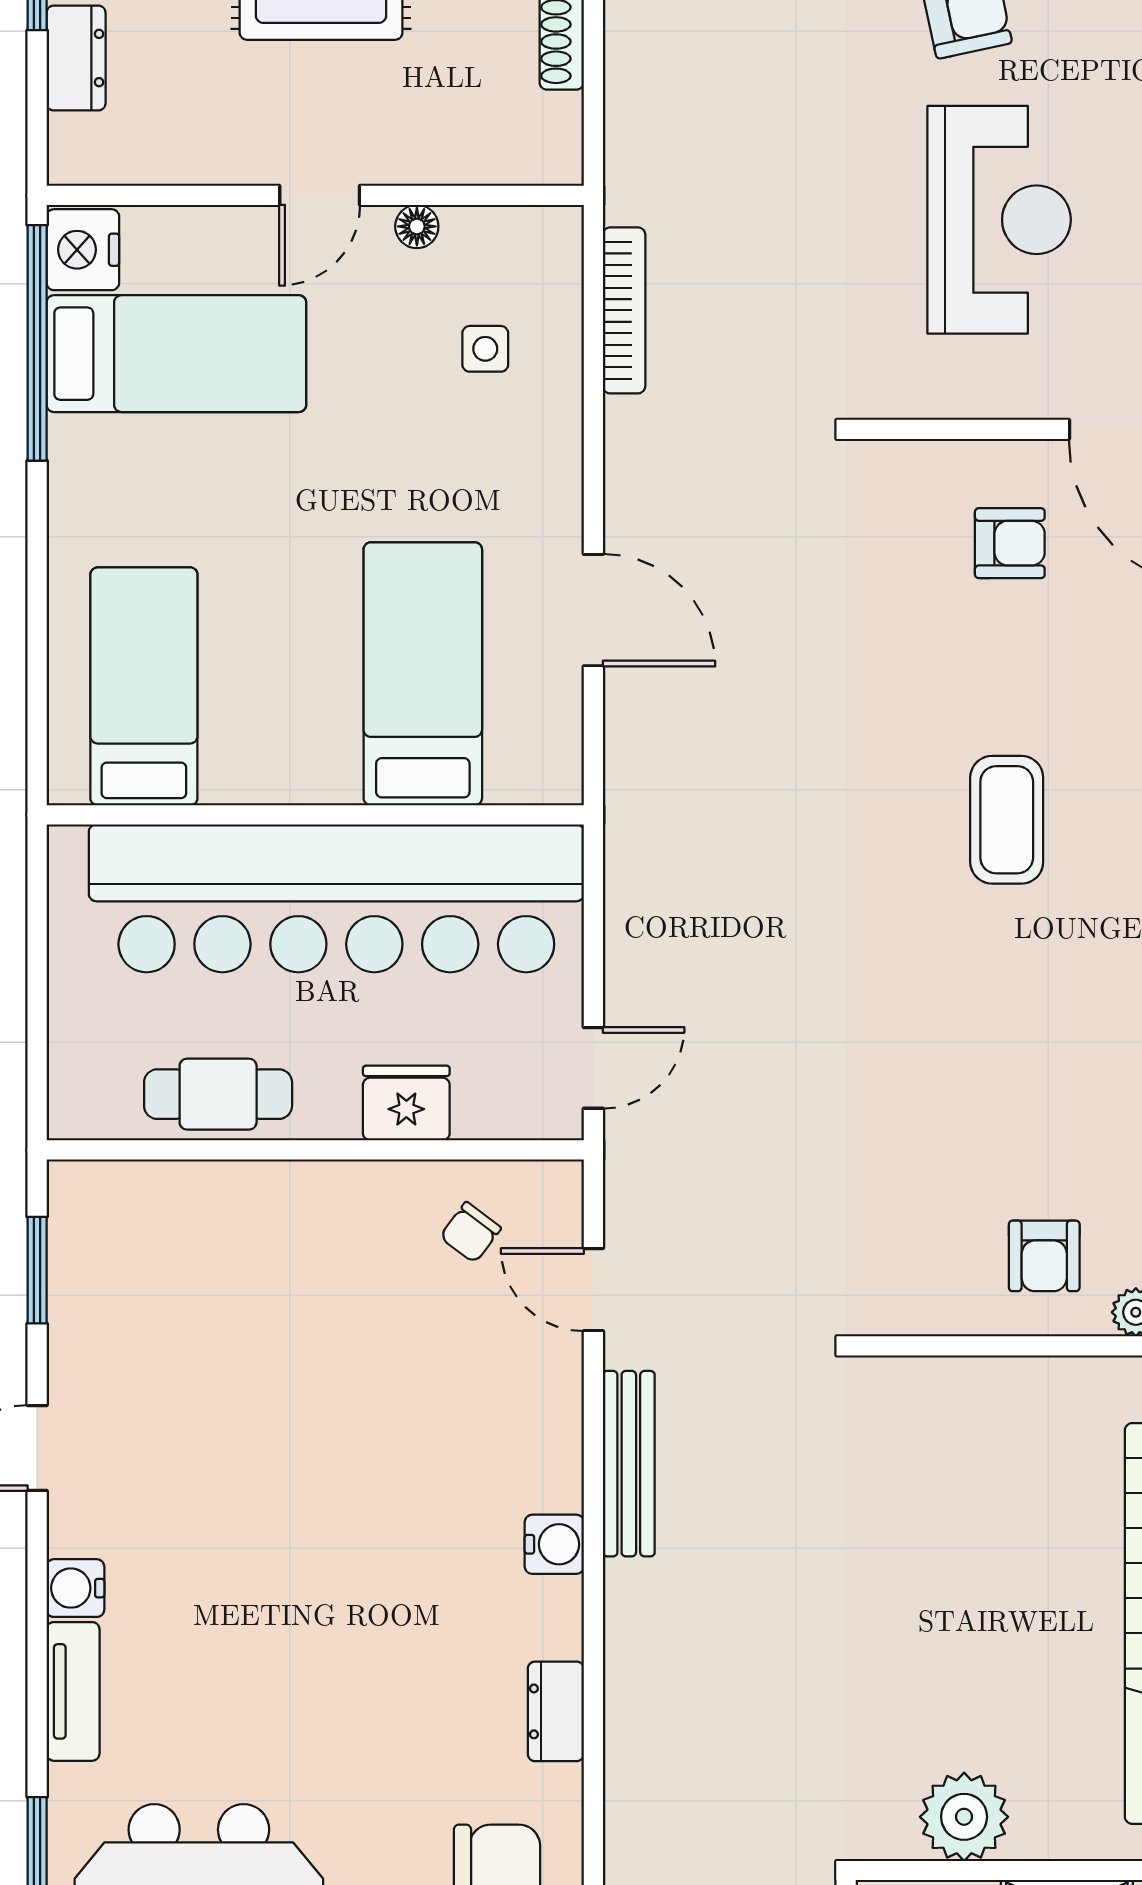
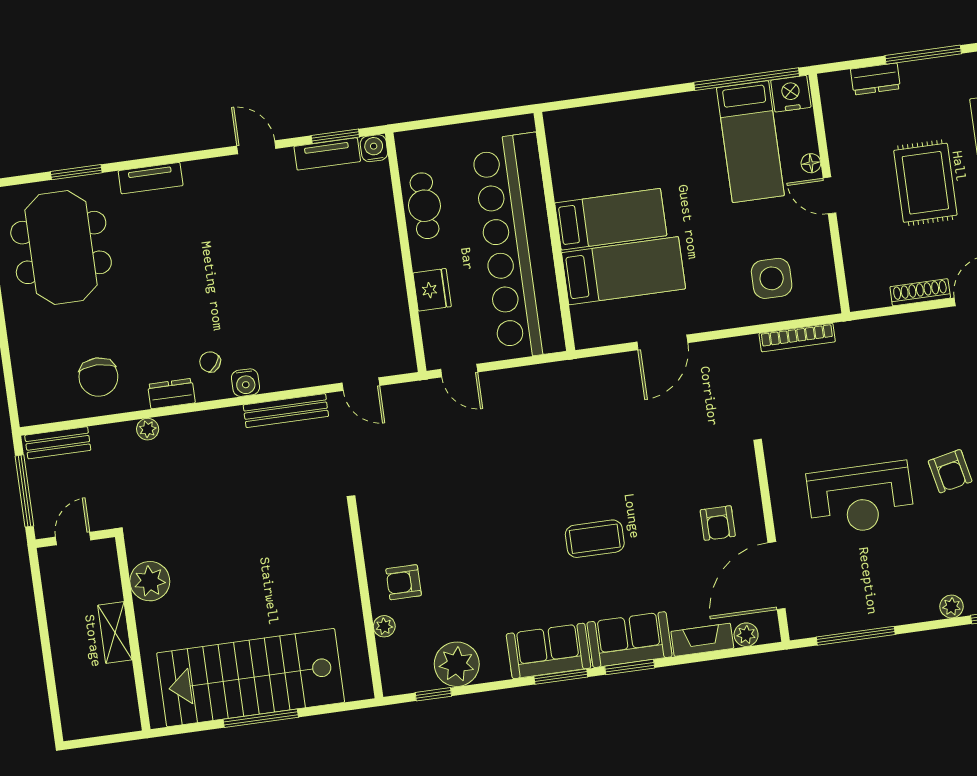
floor lamp: (417, 226) -> (811, 163), moved
side table: (485, 349) -> (772, 278), width x1.87, depth x1.87
bed: (144, 686) -> (611, 219), moved
chair: (470, 1232) -> (210, 362), moved
door: (593, 1290) -> (361, 384), swing flipped
tv unit: (74, 1293) -> (327, 154), added
water cooler: (75, 1588) -> (374, 148), moved
plant: (627, 1775) -> (148, 429), added

